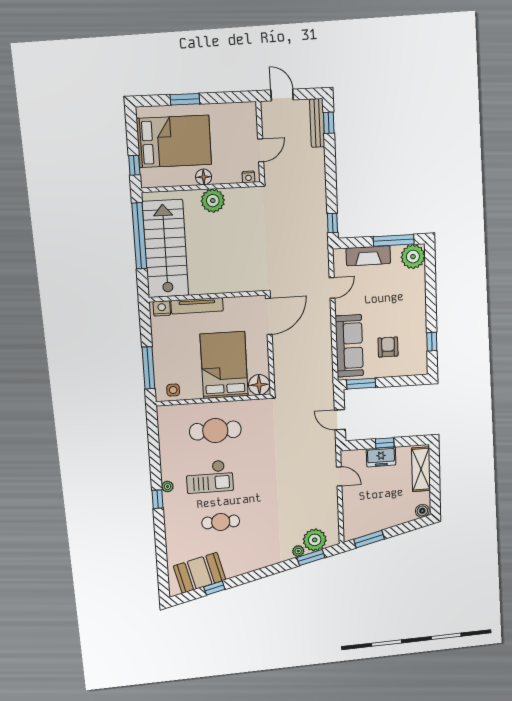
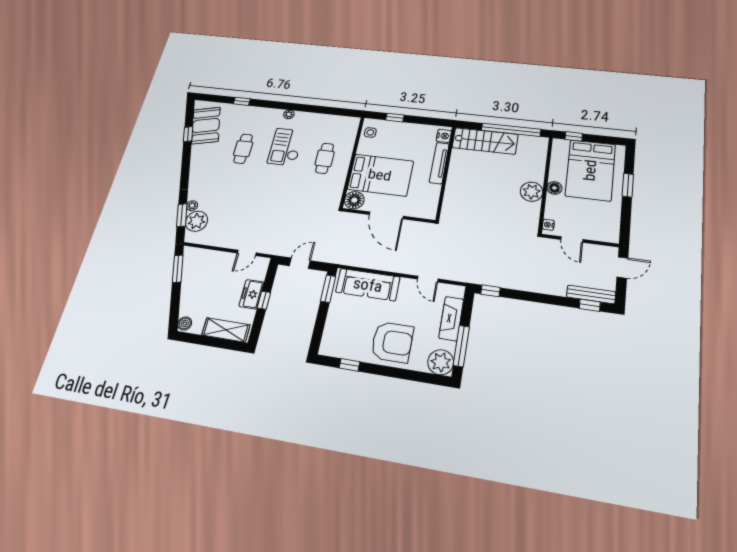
stairs: (165, 249) -> (485, 141), width x0.73, depth x0.66
door: (269, 316) -> (386, 215), moved
armchair: (388, 347) -> (392, 342), moved, width x1.88, depth x1.88
window: (148, 368) -> (395, 118), width x0.46
cafe table: (215, 431) -> (325, 158), width x0.73, depth x0.74
window: (158, 499) -> (242, 101), moved

